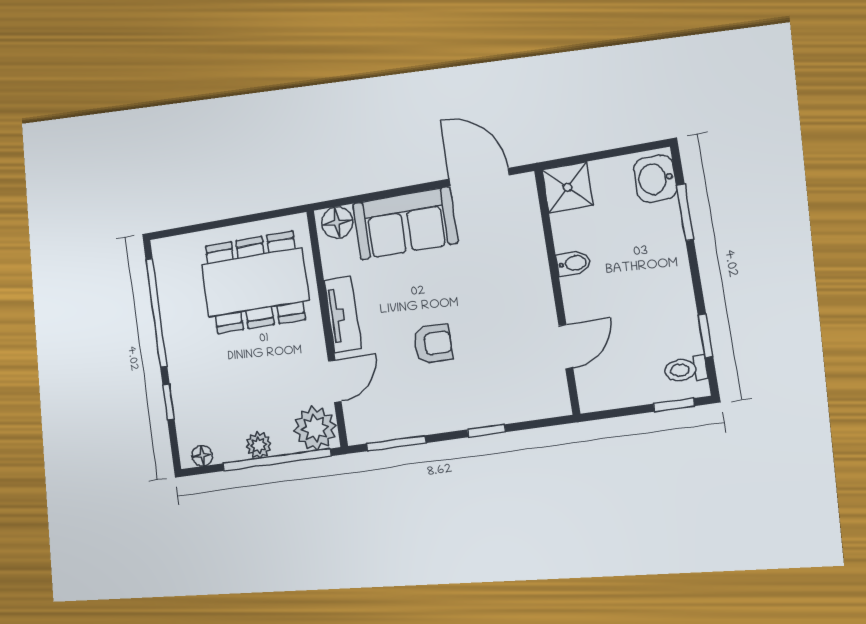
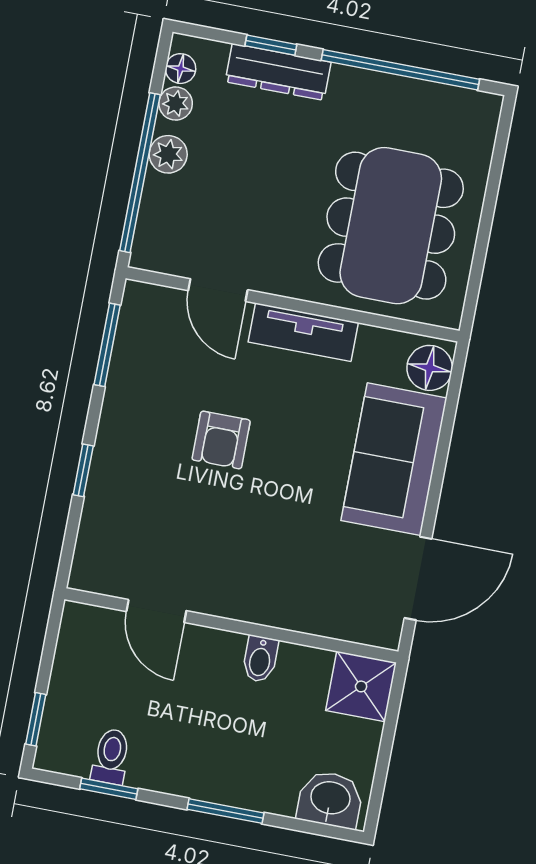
window: (685, 212) -> (225, 811), moved
toilet: (686, 369) -> (111, 756), moved
dresser: (183, 391) -> (278, 72), added
plant: (315, 428) -> (176, 104), moved, width x0.53, depth x0.53

